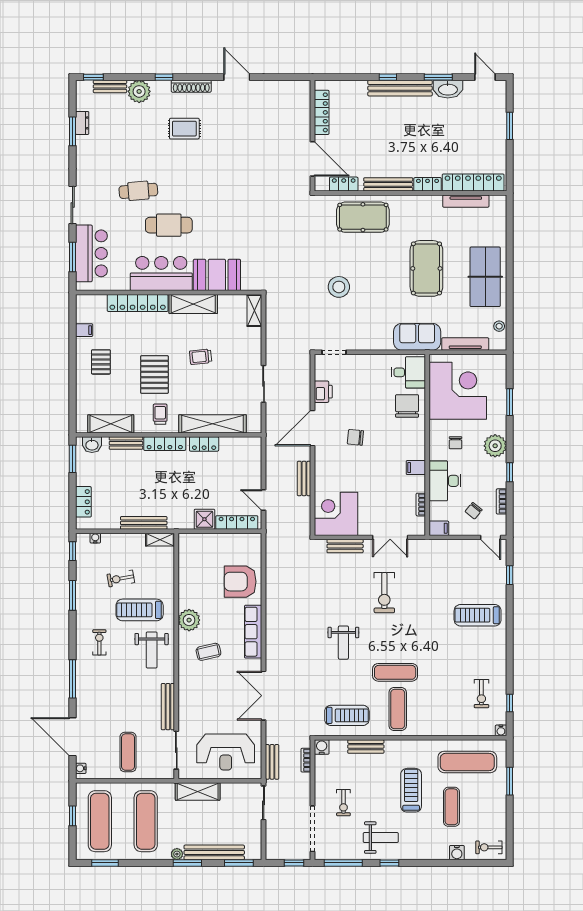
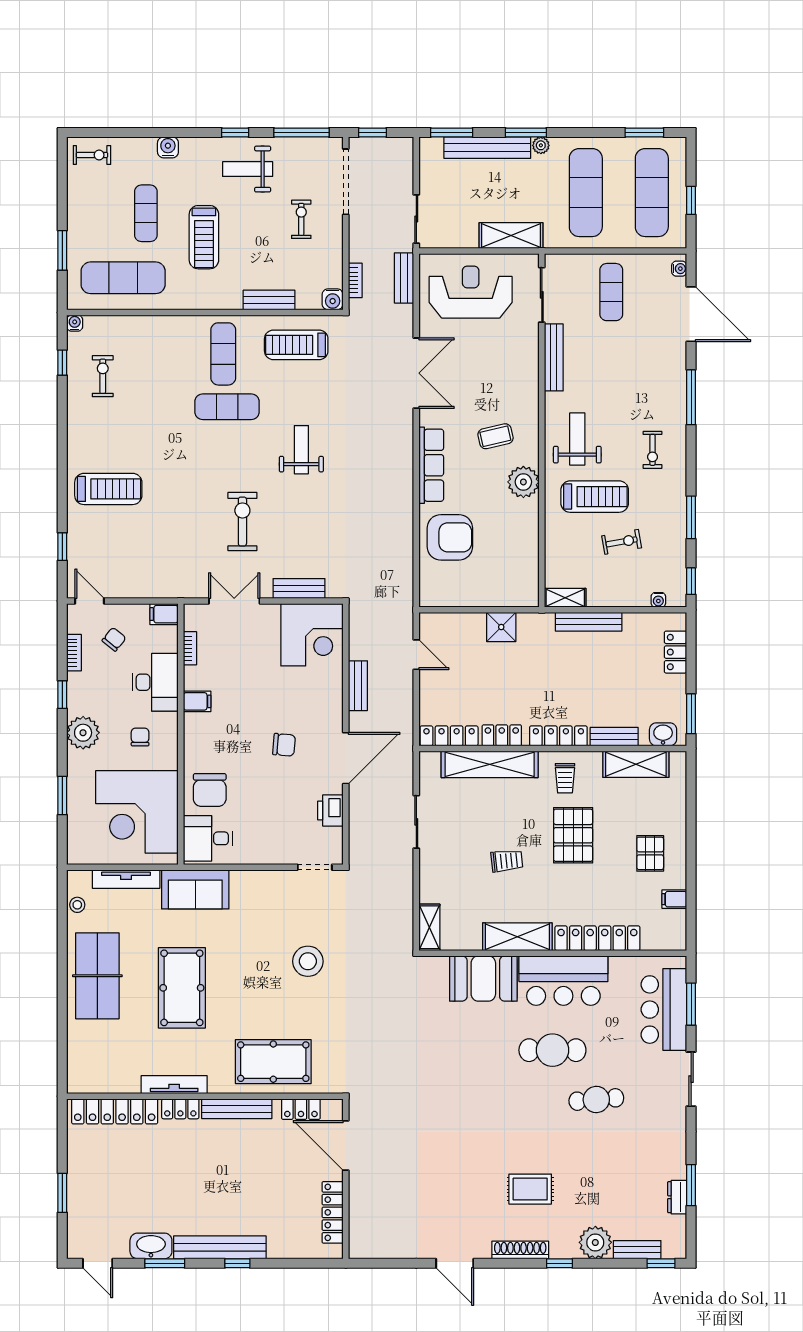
tv unit: (466, 201) -> (174, 1085), moved
locker: (237, 522) -> (449, 736), moved, turned 180
water cooler: (457, 853) -> (168, 147), moved

